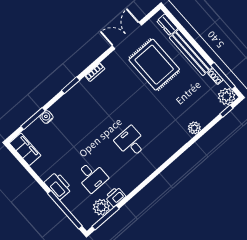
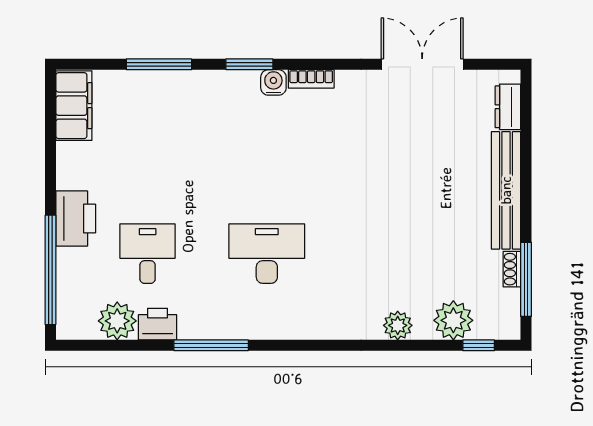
rug: (154, 65) -> (425, 156), removed
plant: (227, 96) -> (453, 320), moved
water cooler: (46, 117) -> (273, 82), moved
window: (33, 118) -> (159, 64), moved
desk: (131, 142) -> (267, 254), width x1.37
desk: (92, 176) -> (148, 254), turned 180
window: (106, 218) -> (211, 345), moved

